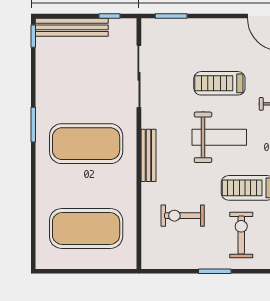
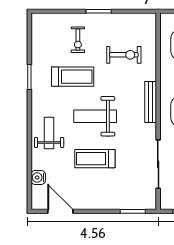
treadmill: (219, 83) -> (95, 159), turned 180
exercise bike: (241, 235) -> (78, 40), width x0.73, depth x0.72

